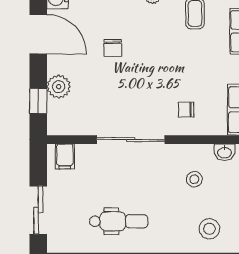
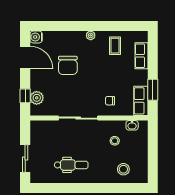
chair: (113, 48) -> (68, 65), width x1.87, depth x1.87
plant: (59, 87) -> (37, 98), moved
filing cabinet: (65, 156) -> (40, 128), removed

